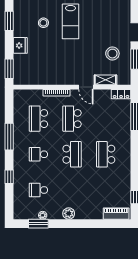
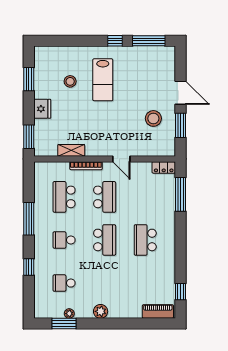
shelving: (105, 80) -> (71, 150), moved
school desk: (72, 119) -> (105, 197), turned 180

